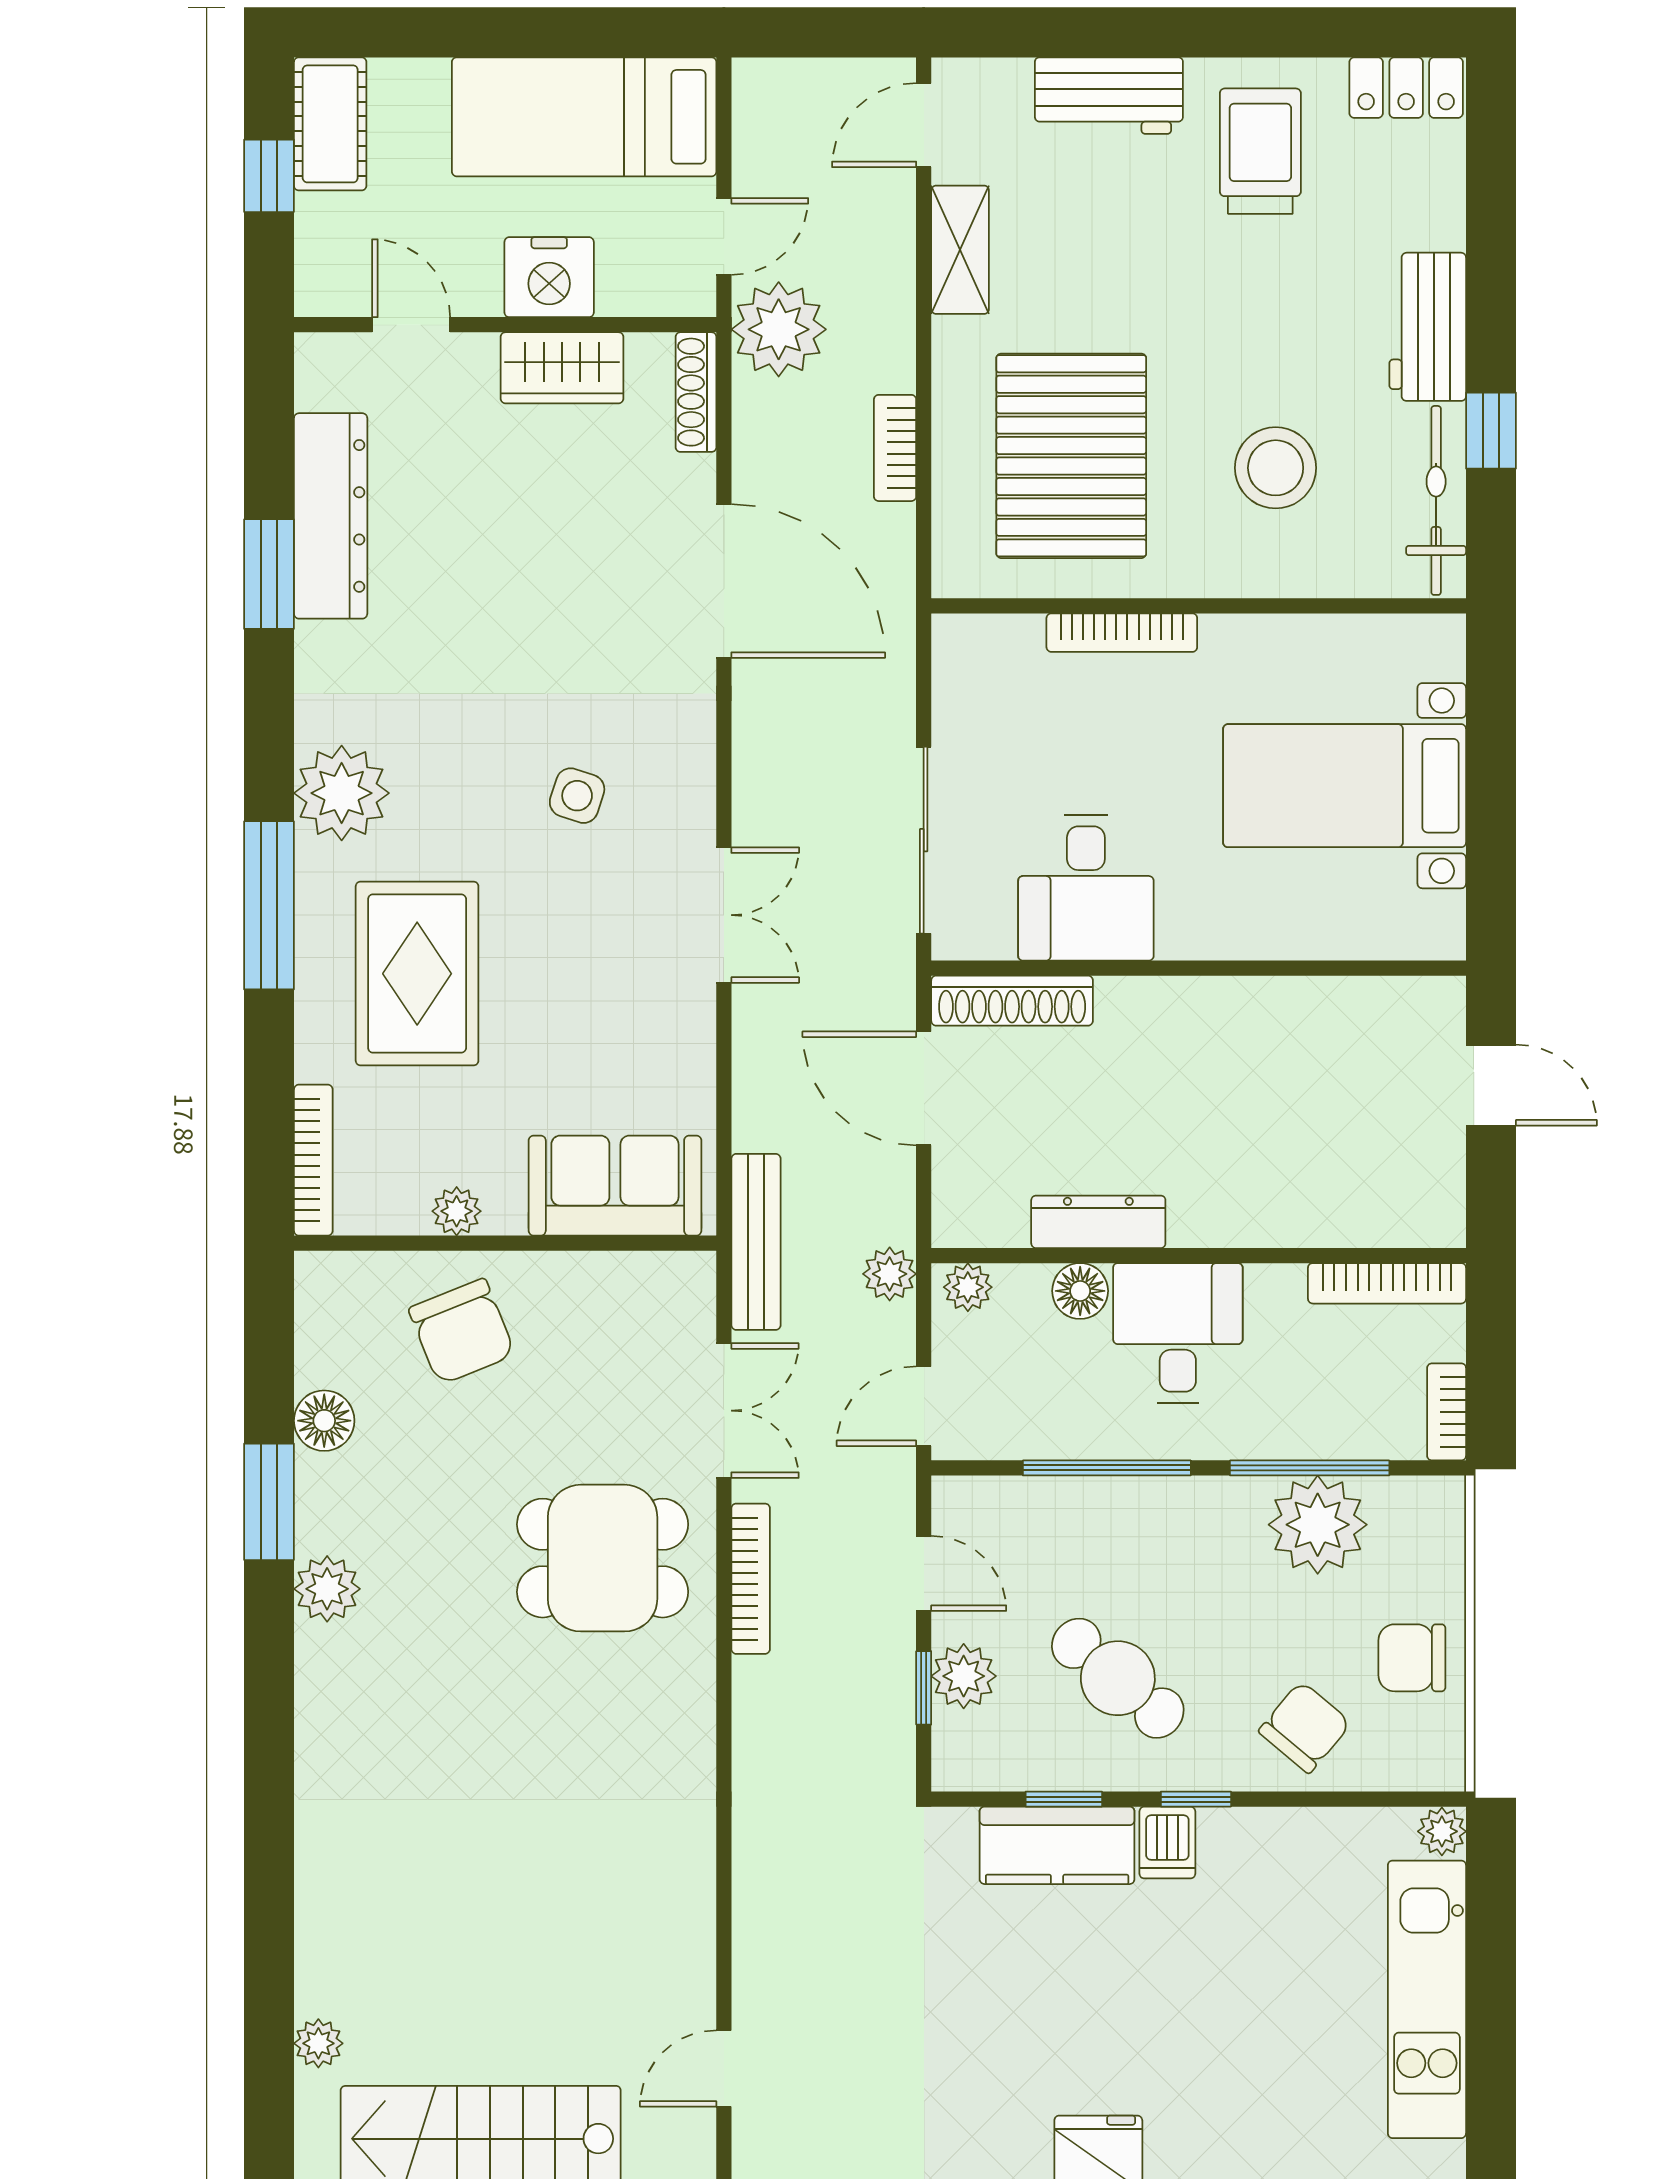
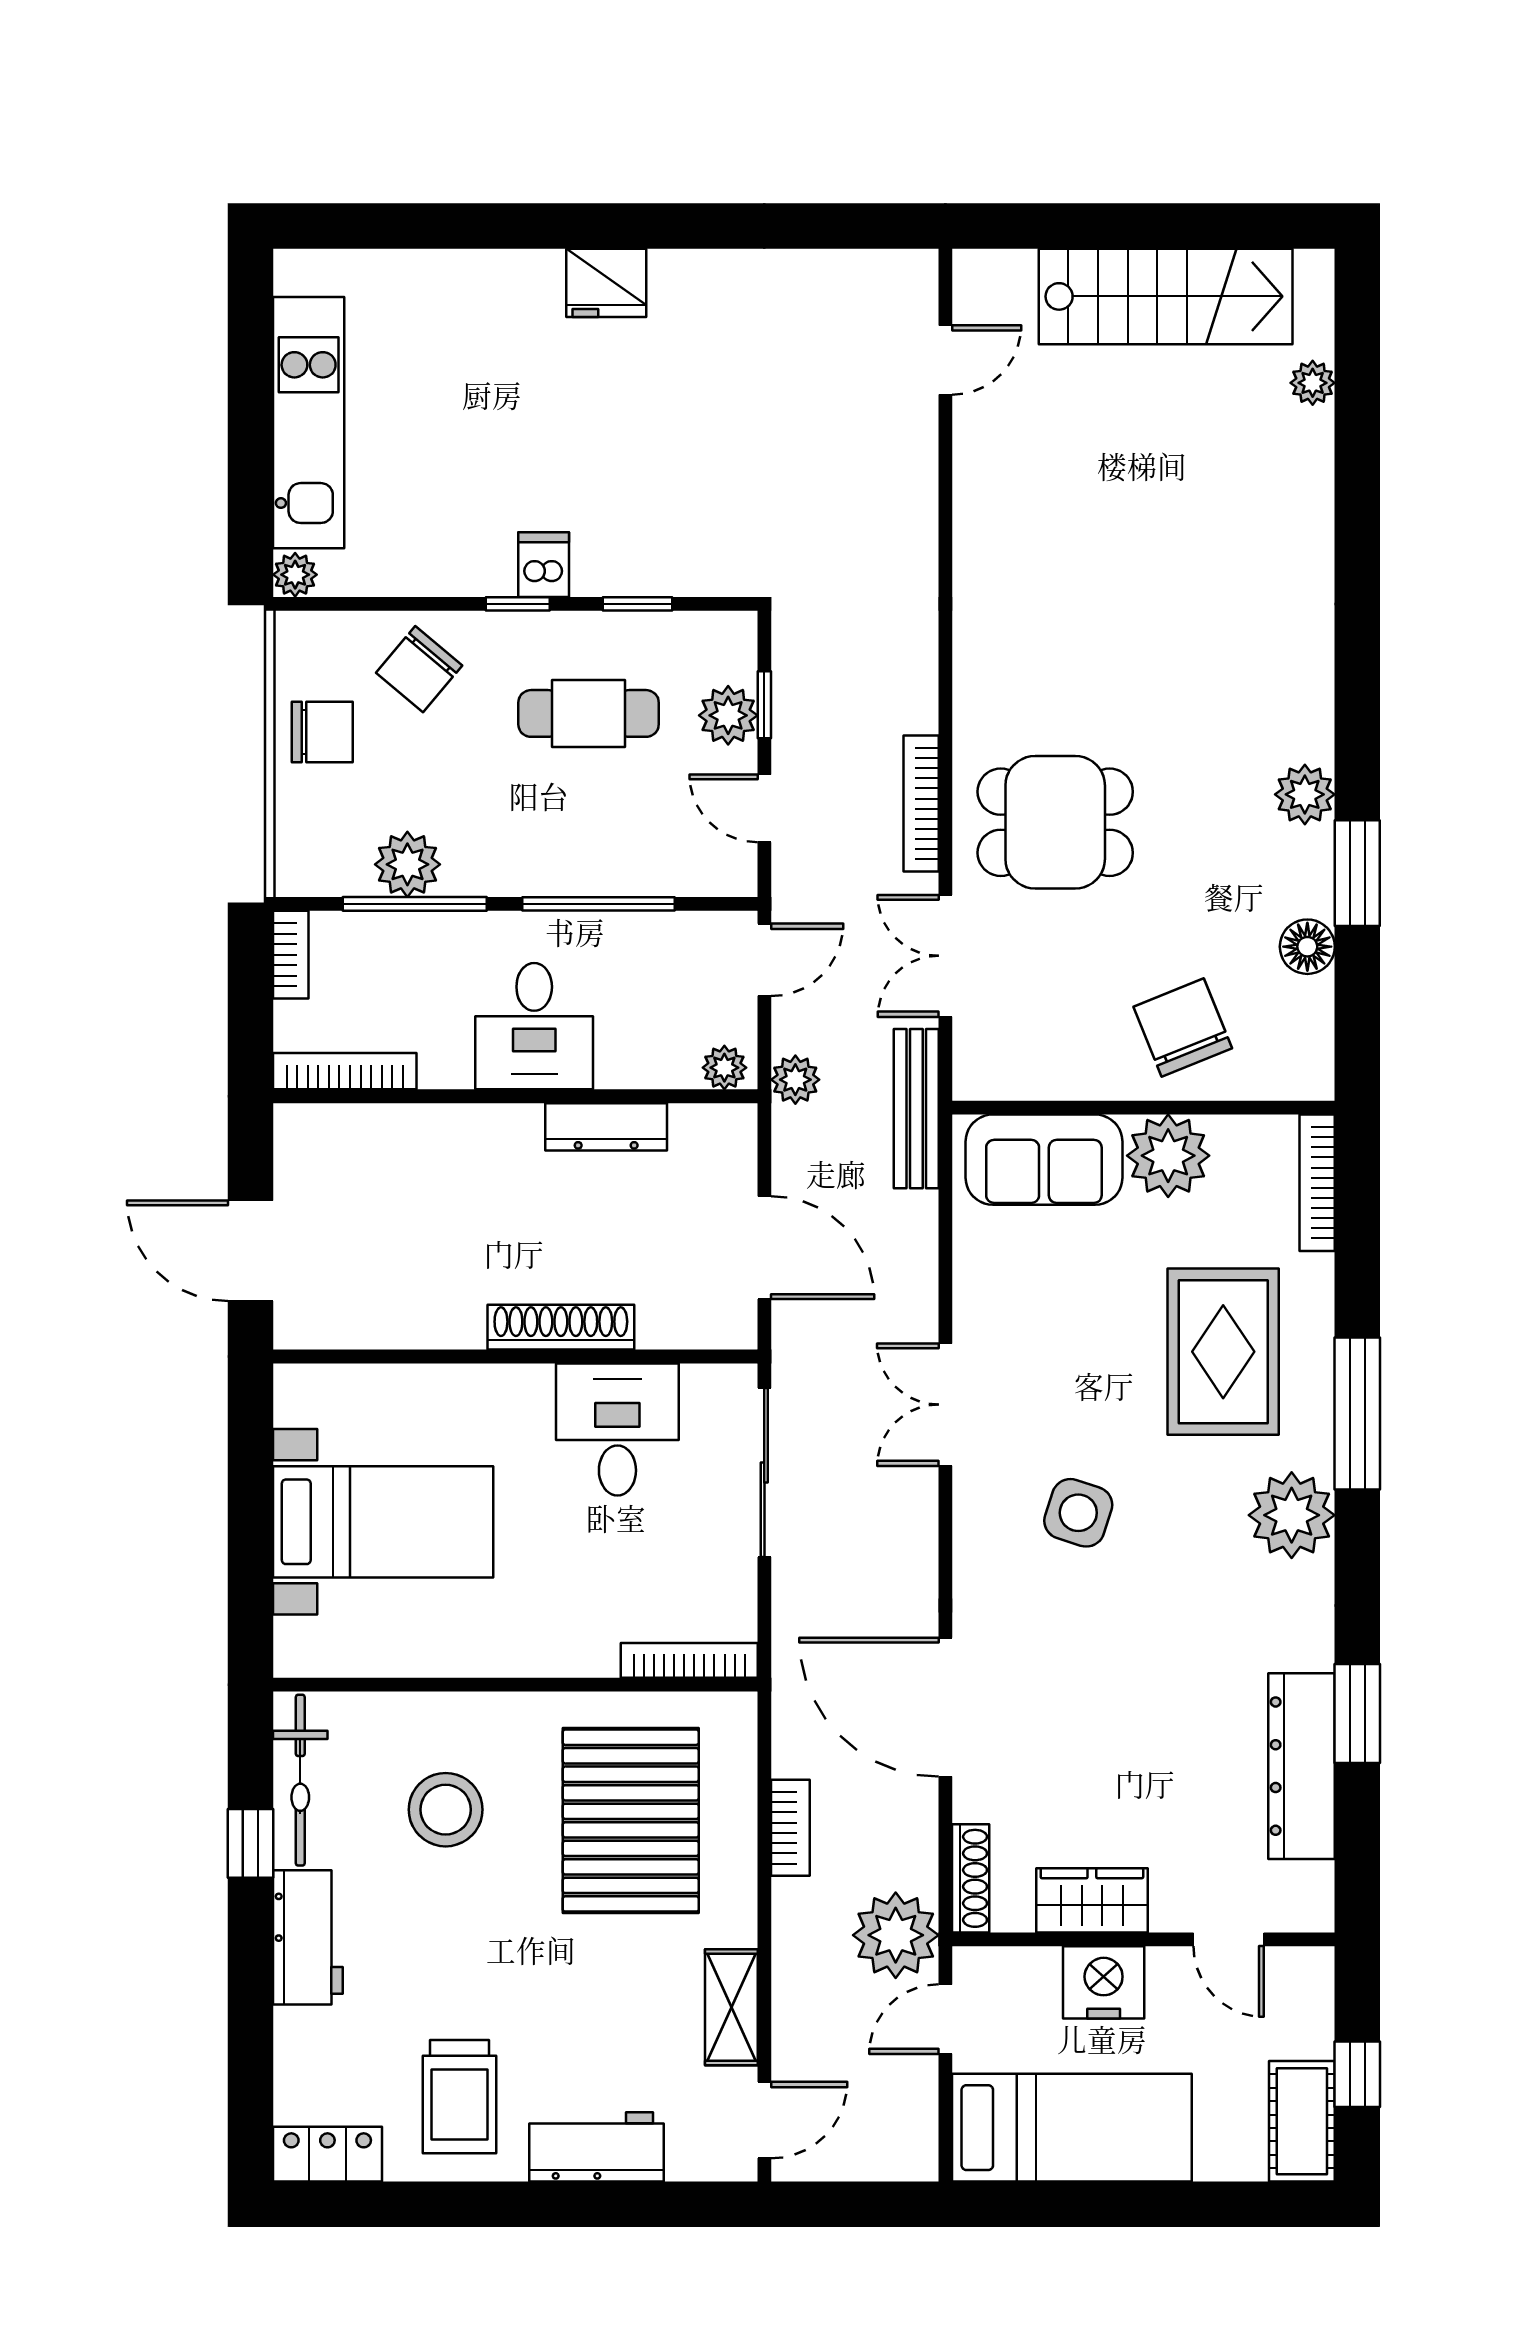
bookcase: (1122, 633) -> (689, 1660), moved
side table: (577, 796) -> (1078, 1513), width x1.37, depth x1.37
shoe rack: (1012, 1001) -> (561, 1327), moved
door: (1491, 1085) -> (251, 1251), width x1.38
plant: (457, 1211) -> (1168, 1156), width x1.87, depth x1.87
floor lamp: (1080, 1291) -> (623, 1064), removed
plant: (1318, 1525) -> (407, 864), width x0.73, depth x0.73
cafe table: (1118, 1678) -> (589, 713), turned -40
kitchen counter: (1057, 1845) -> (644, 562), removed

